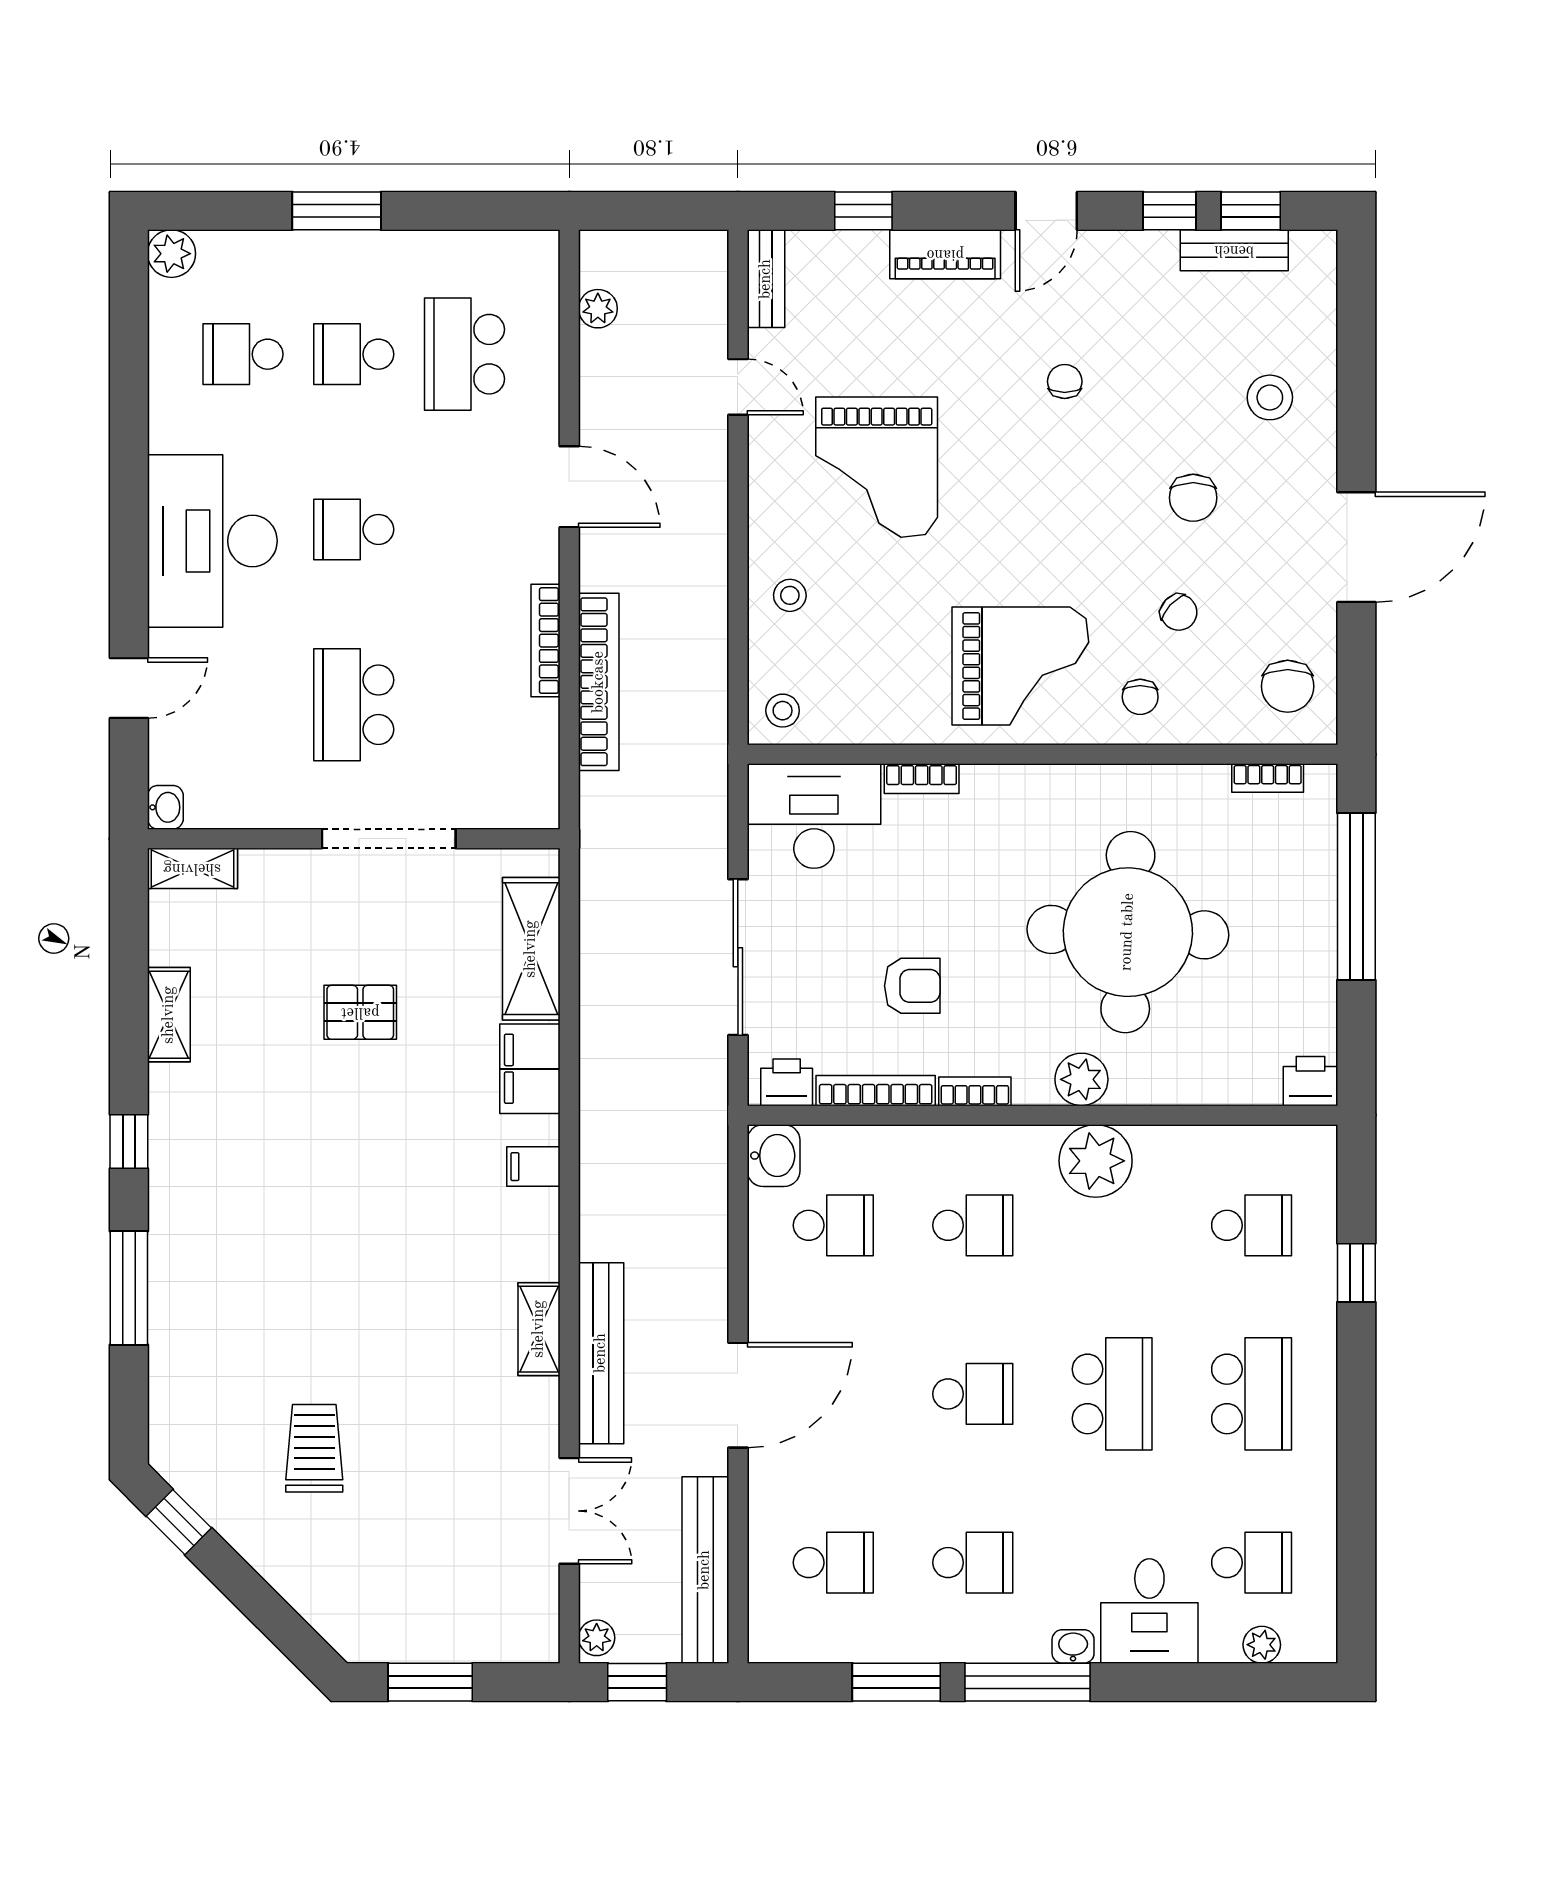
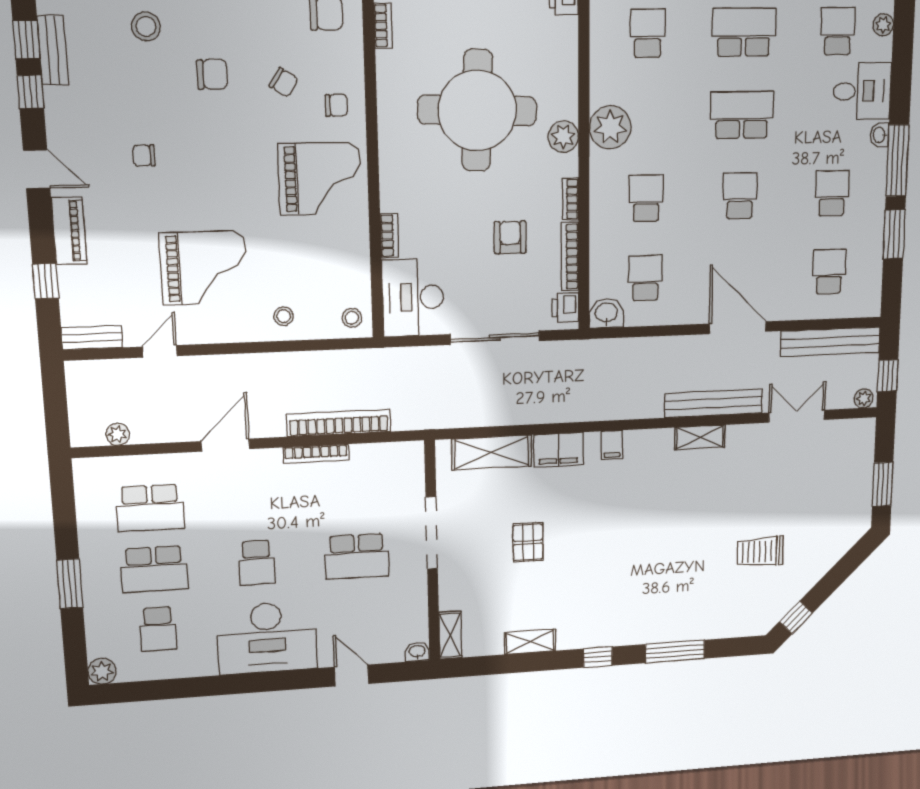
school desk: (354, 354) -> (154, 569), width x1.85
chair: (1179, 612) -> (284, 82), turned 80
grand piano: (1020, 666) -> (320, 179), turned 90

